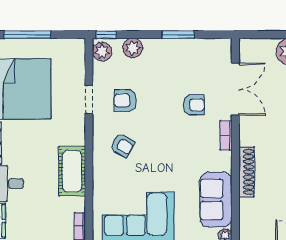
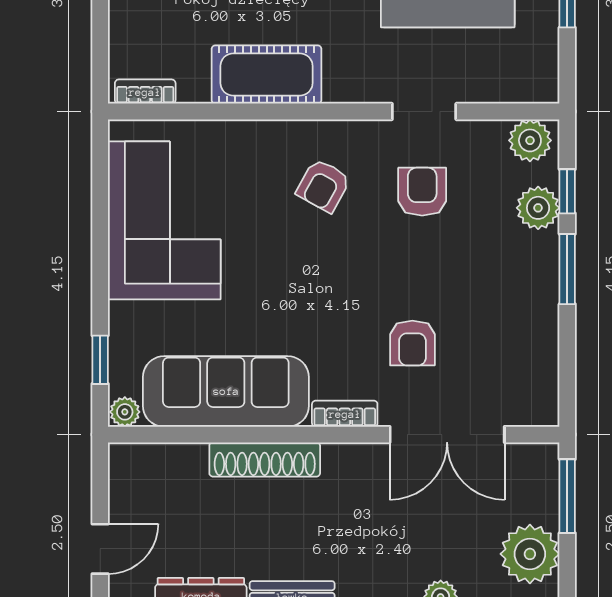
window: (106, 35) -> (567, 191), moved
window: (178, 35) -> (567, 269), moved
window: (263, 35) -> (567, 496), added
sofa: (216, 200) -> (226, 391), width x1.36

